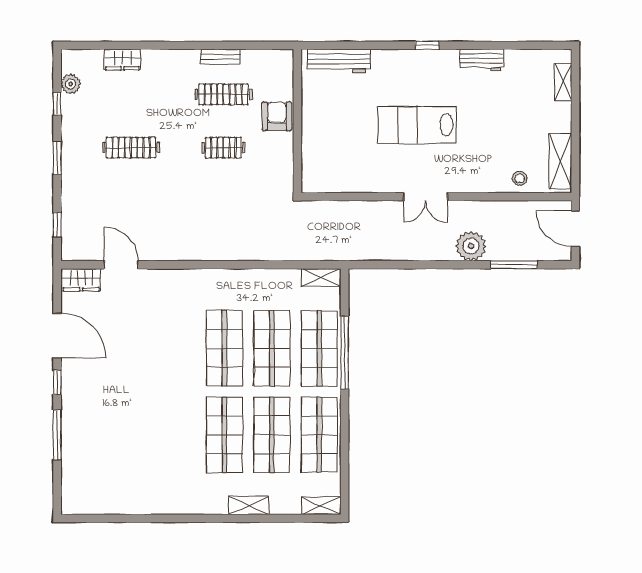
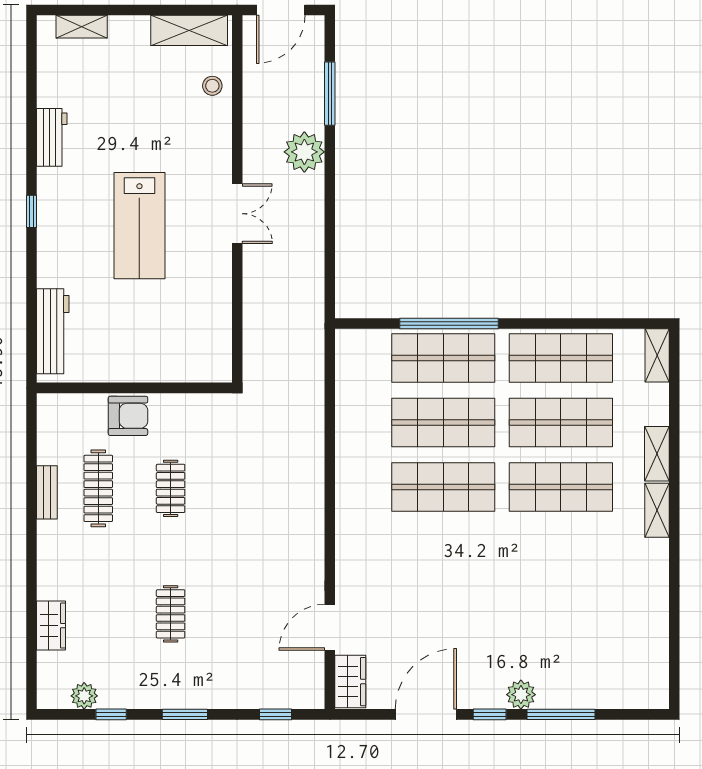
armchair: (277, 116) -> (128, 416), turned 180
clothes rail: (131, 148) -> (171, 614), width x0.73
shelving: (321, 278) -> (657, 510), moved
plant: (72, 405) -> (521, 695), added

